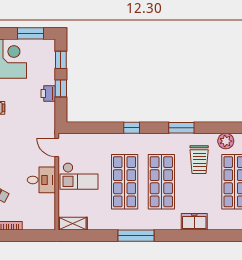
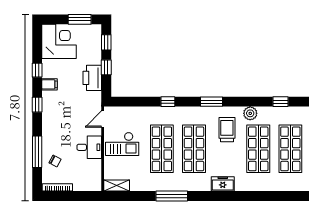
printer: (48, 94) -> (92, 78), width x1.87, depth x1.48
door: (57, 148) -> (103, 119), hinge flipped
trolley: (199, 160) -> (227, 130), turned 180

